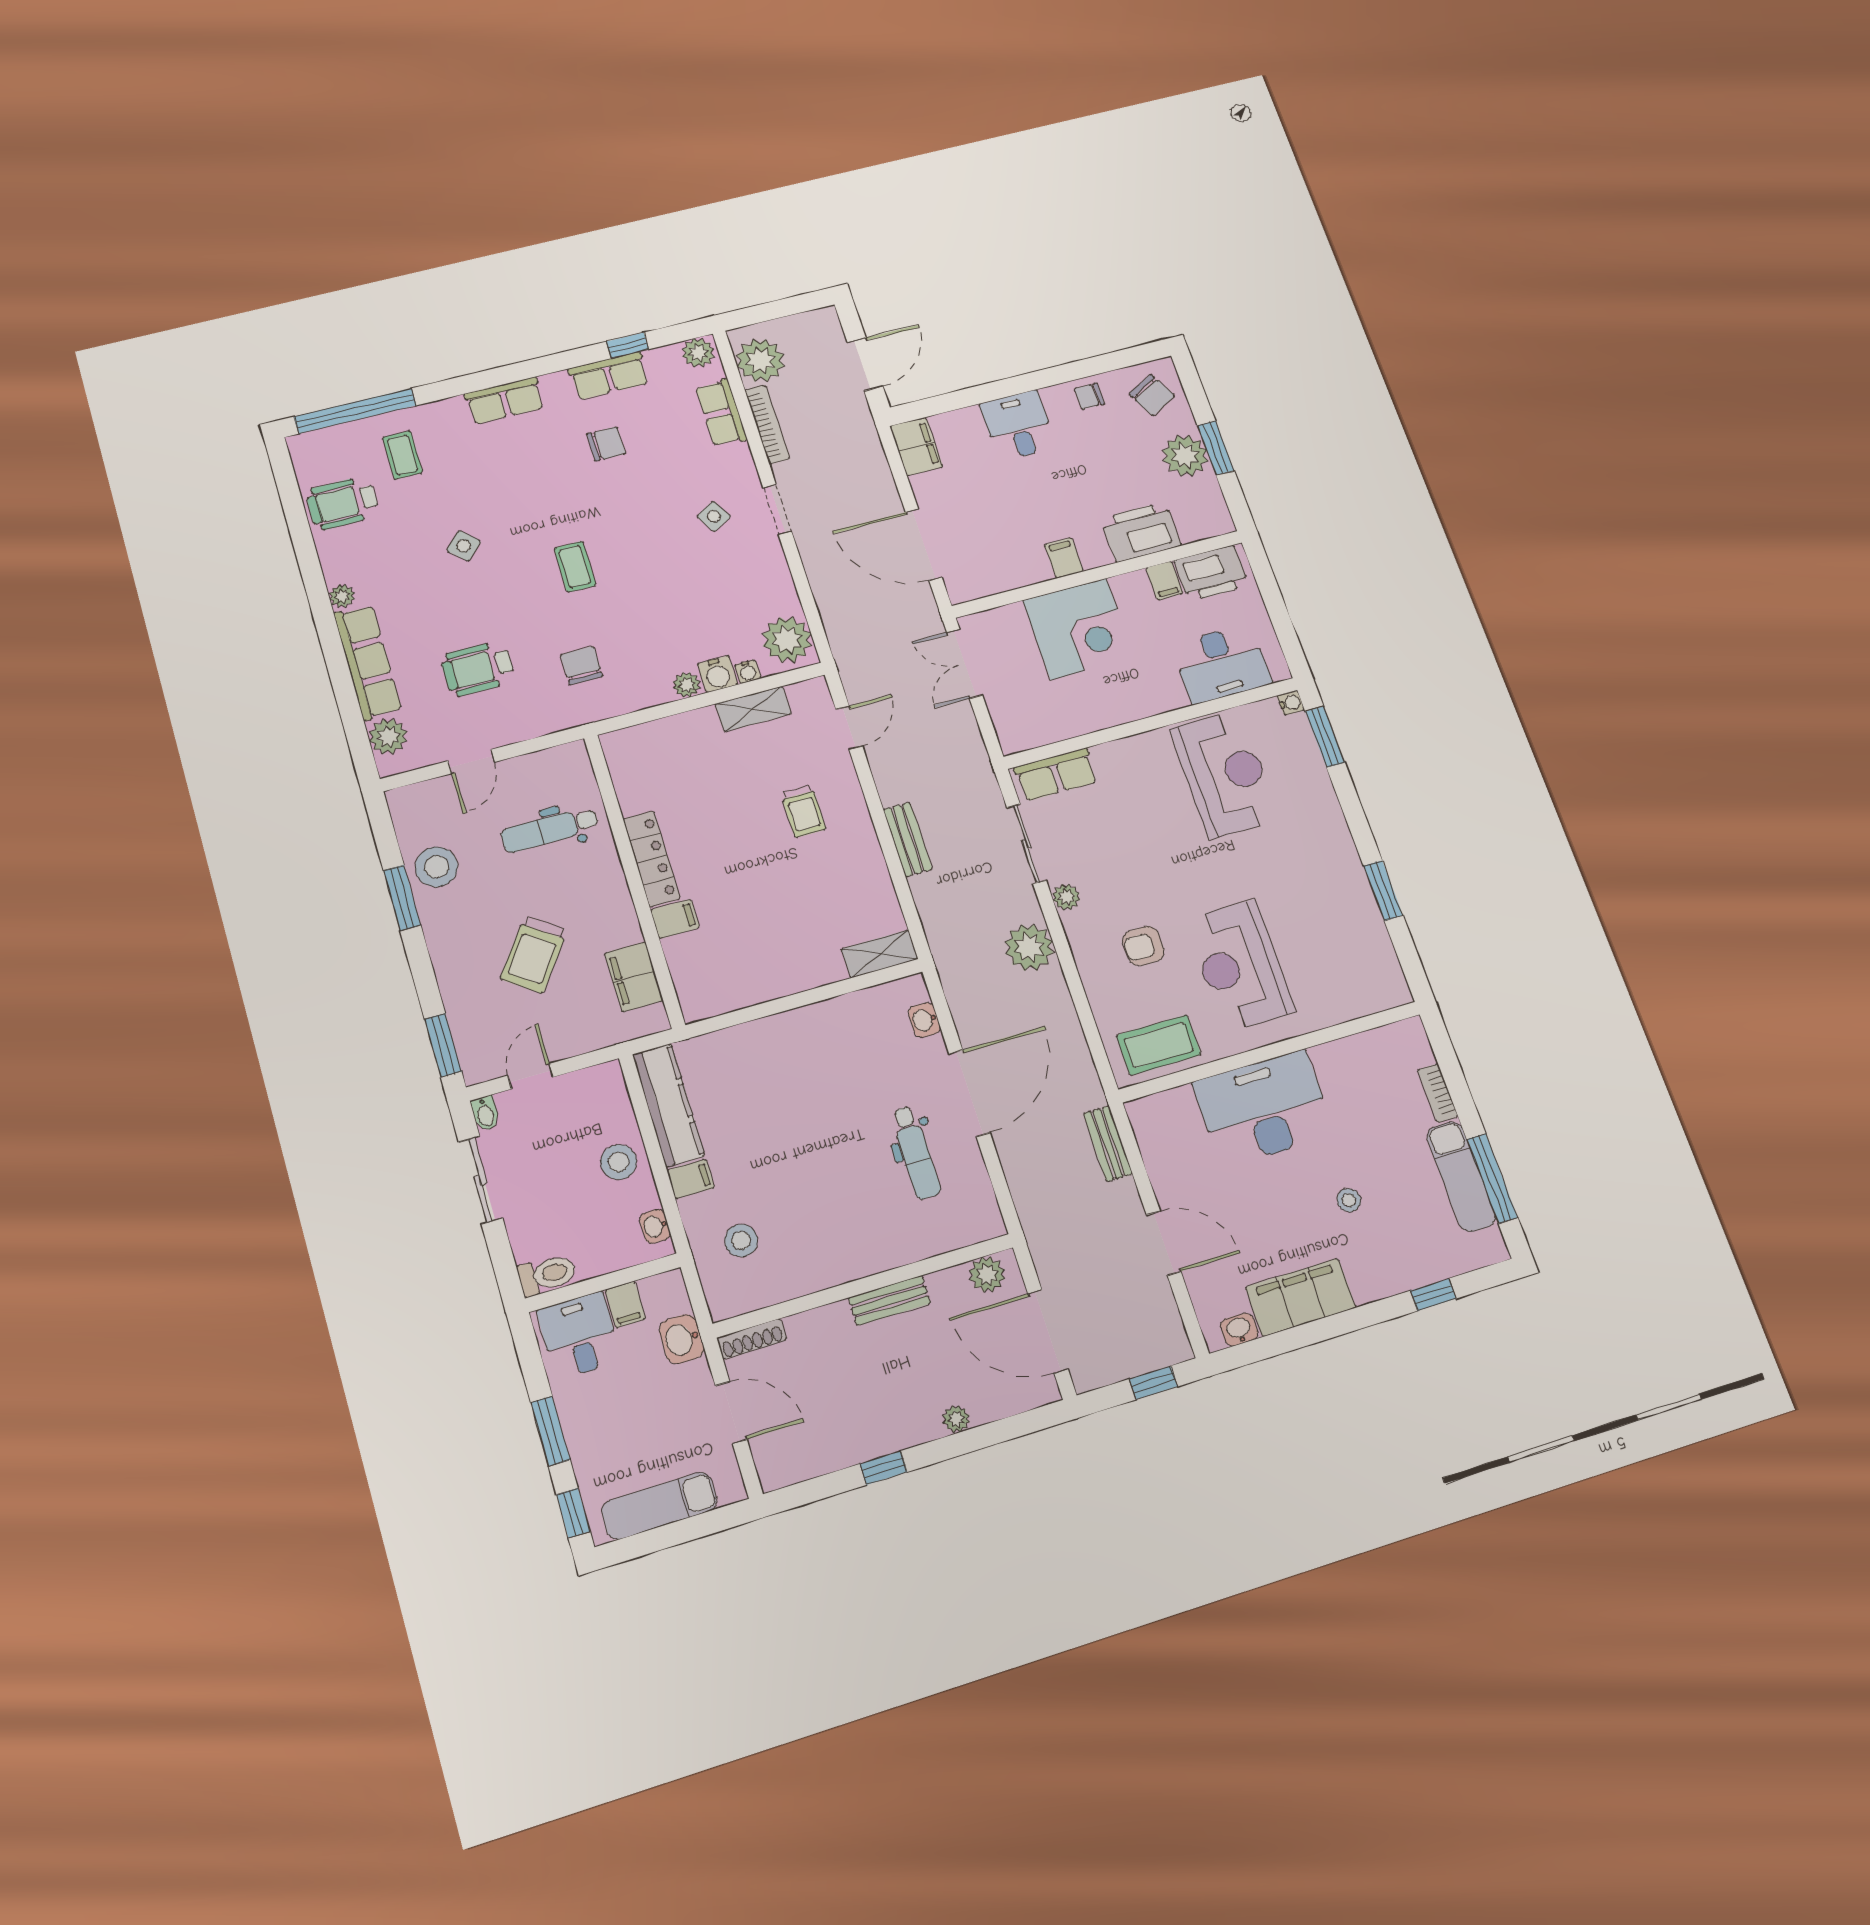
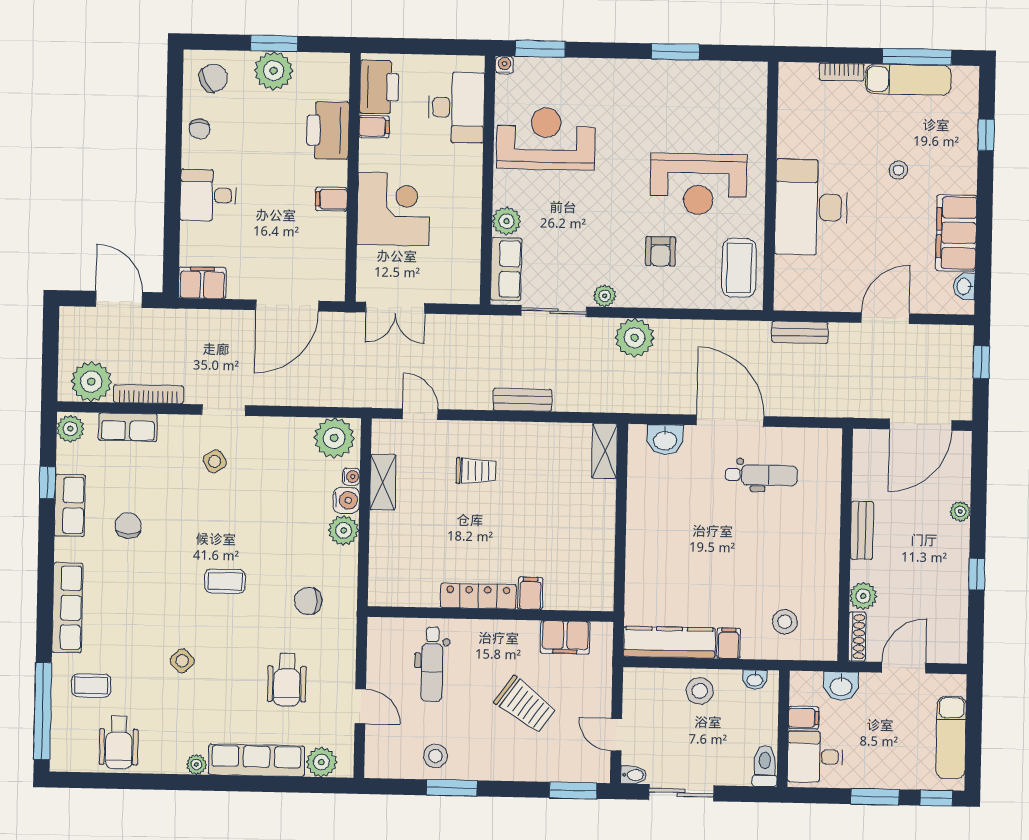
row of seats: (505, 401) -> (67, 608), width x1.48
plant: (686, 685) -> (344, 530), width x1.38, depth x1.38
plant: (1112, 758) -> (506, 221), added
stool: (436, 867) -> (435, 756), width x0.73, depth x0.73
washbasin: (924, 1020) -> (665, 440), width x1.38, depth x1.45
plant: (987, 1275) -> (863, 596), moved

